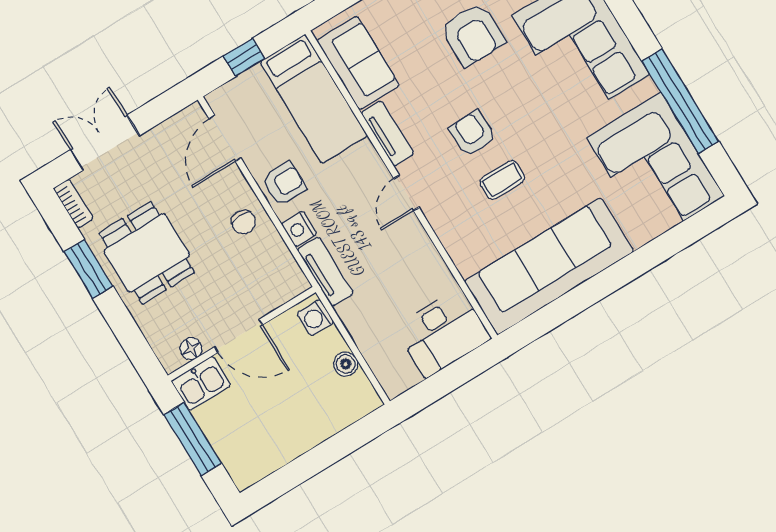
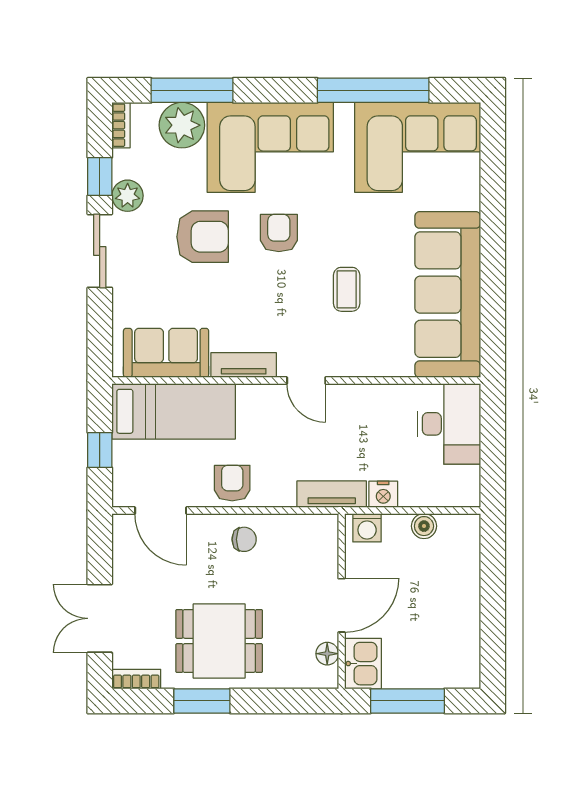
armchair: (472, 133) -> (279, 233), moved, turned 92
nightstand: (299, 229) -> (383, 494), moved

